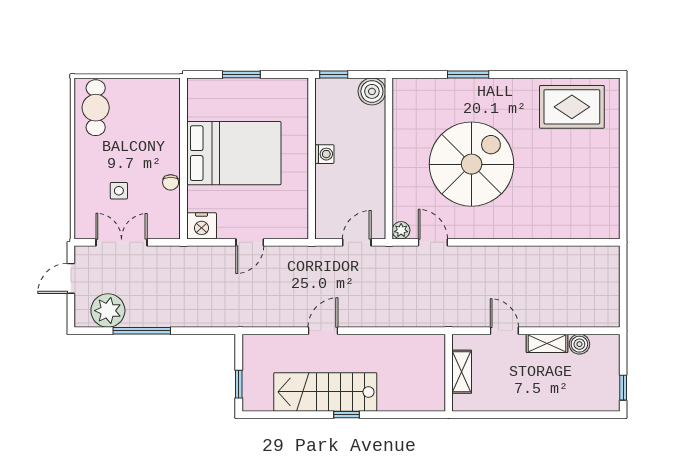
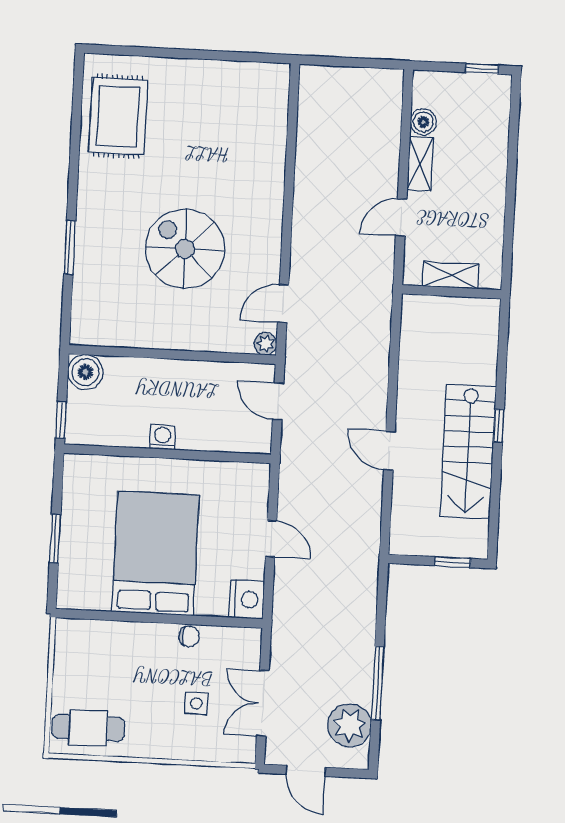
spiral stairs: (472, 164) -> (185, 249), width x0.73, depth x0.73

